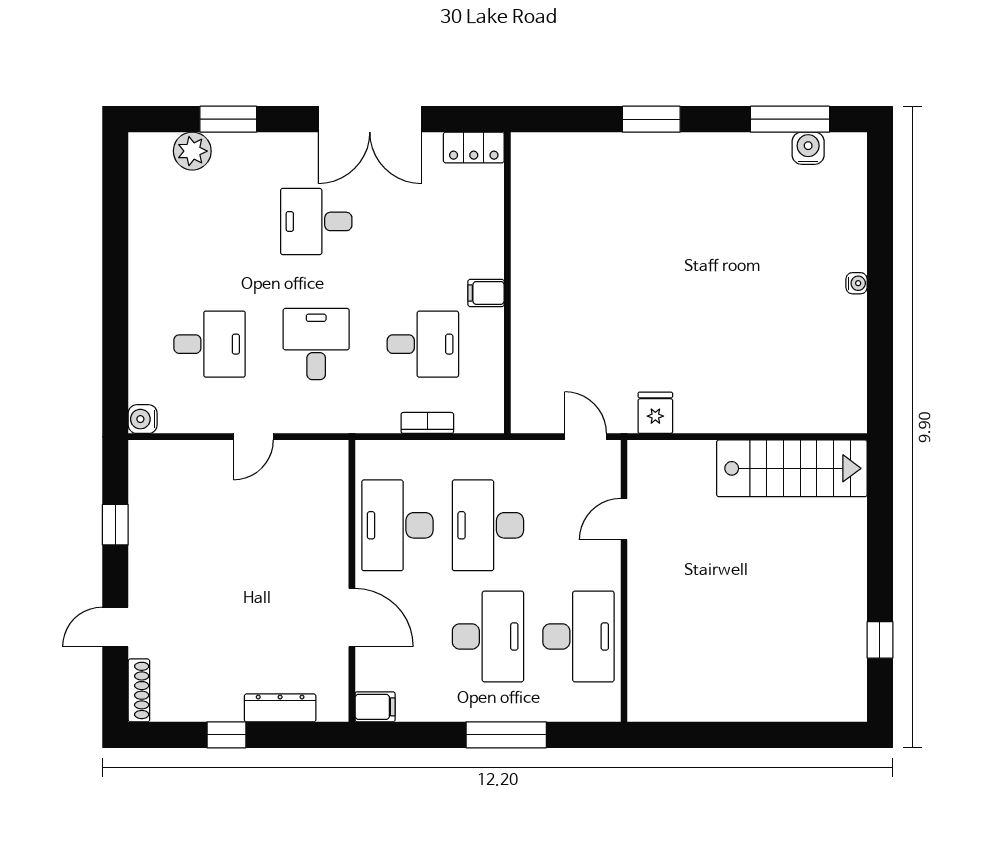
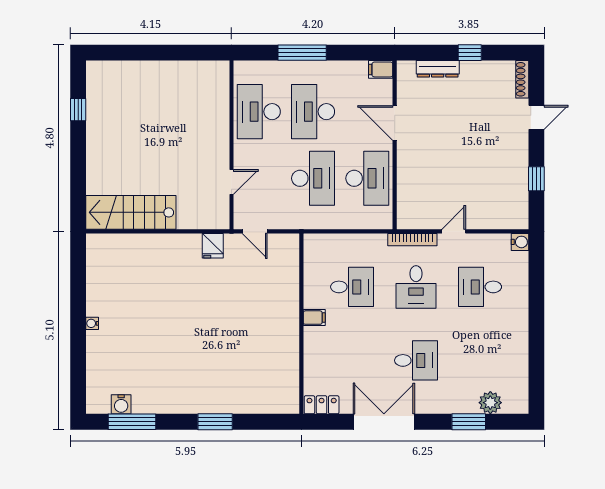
desk: (423, 344) -> (352, 287), turned 180
bookcase: (427, 423) -> (412, 240), moved, width x1.56

